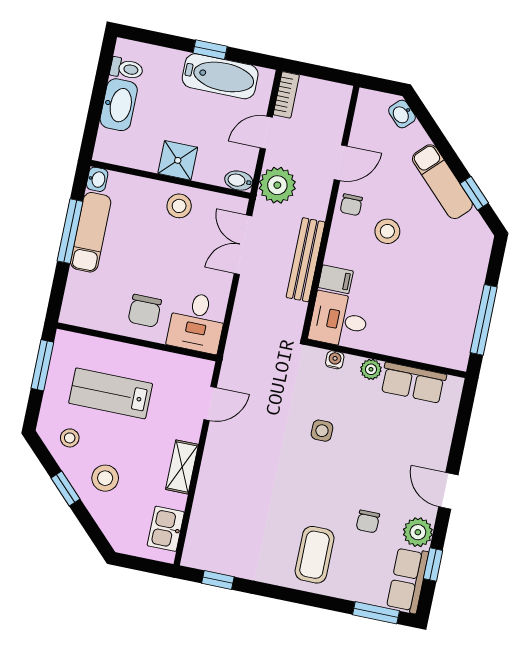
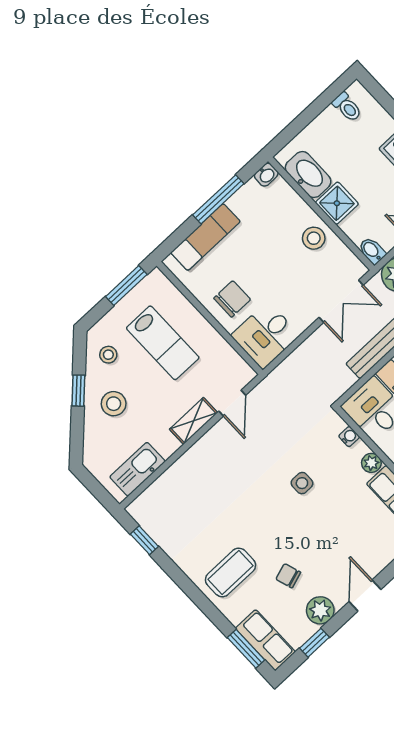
washbasin: (119, 105) -> (308, 175), moved, turned -90
exam couch: (91, 232) -> (205, 237), moved
double door: (243, 245) -> (341, 301), swing flipped
chair: (145, 311) -> (232, 299), turned 180
lab bench: (111, 393) -> (163, 343), turned 180
door: (210, 403) -> (232, 403), hinge flipped
shelving: (182, 467) -> (194, 421), moved
chair: (368, 521) -> (288, 576), turned 72
kitchen sink: (166, 529) -> (137, 469), width x1.38
row of seats: (408, 580) -> (265, 640), moved, turned 90

